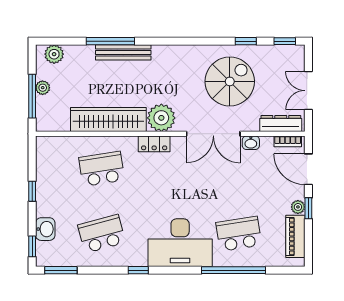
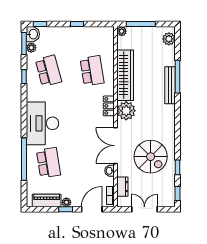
plant: (43, 88) -> (122, 31), moved
dresser: (281, 124) -> (122, 187), width x0.70
washbasin: (45, 229) -> (33, 34), moved, turned -90
plant: (67, 259) -> (31, 48), added
window: (138, 270) -> (24, 77), moved

